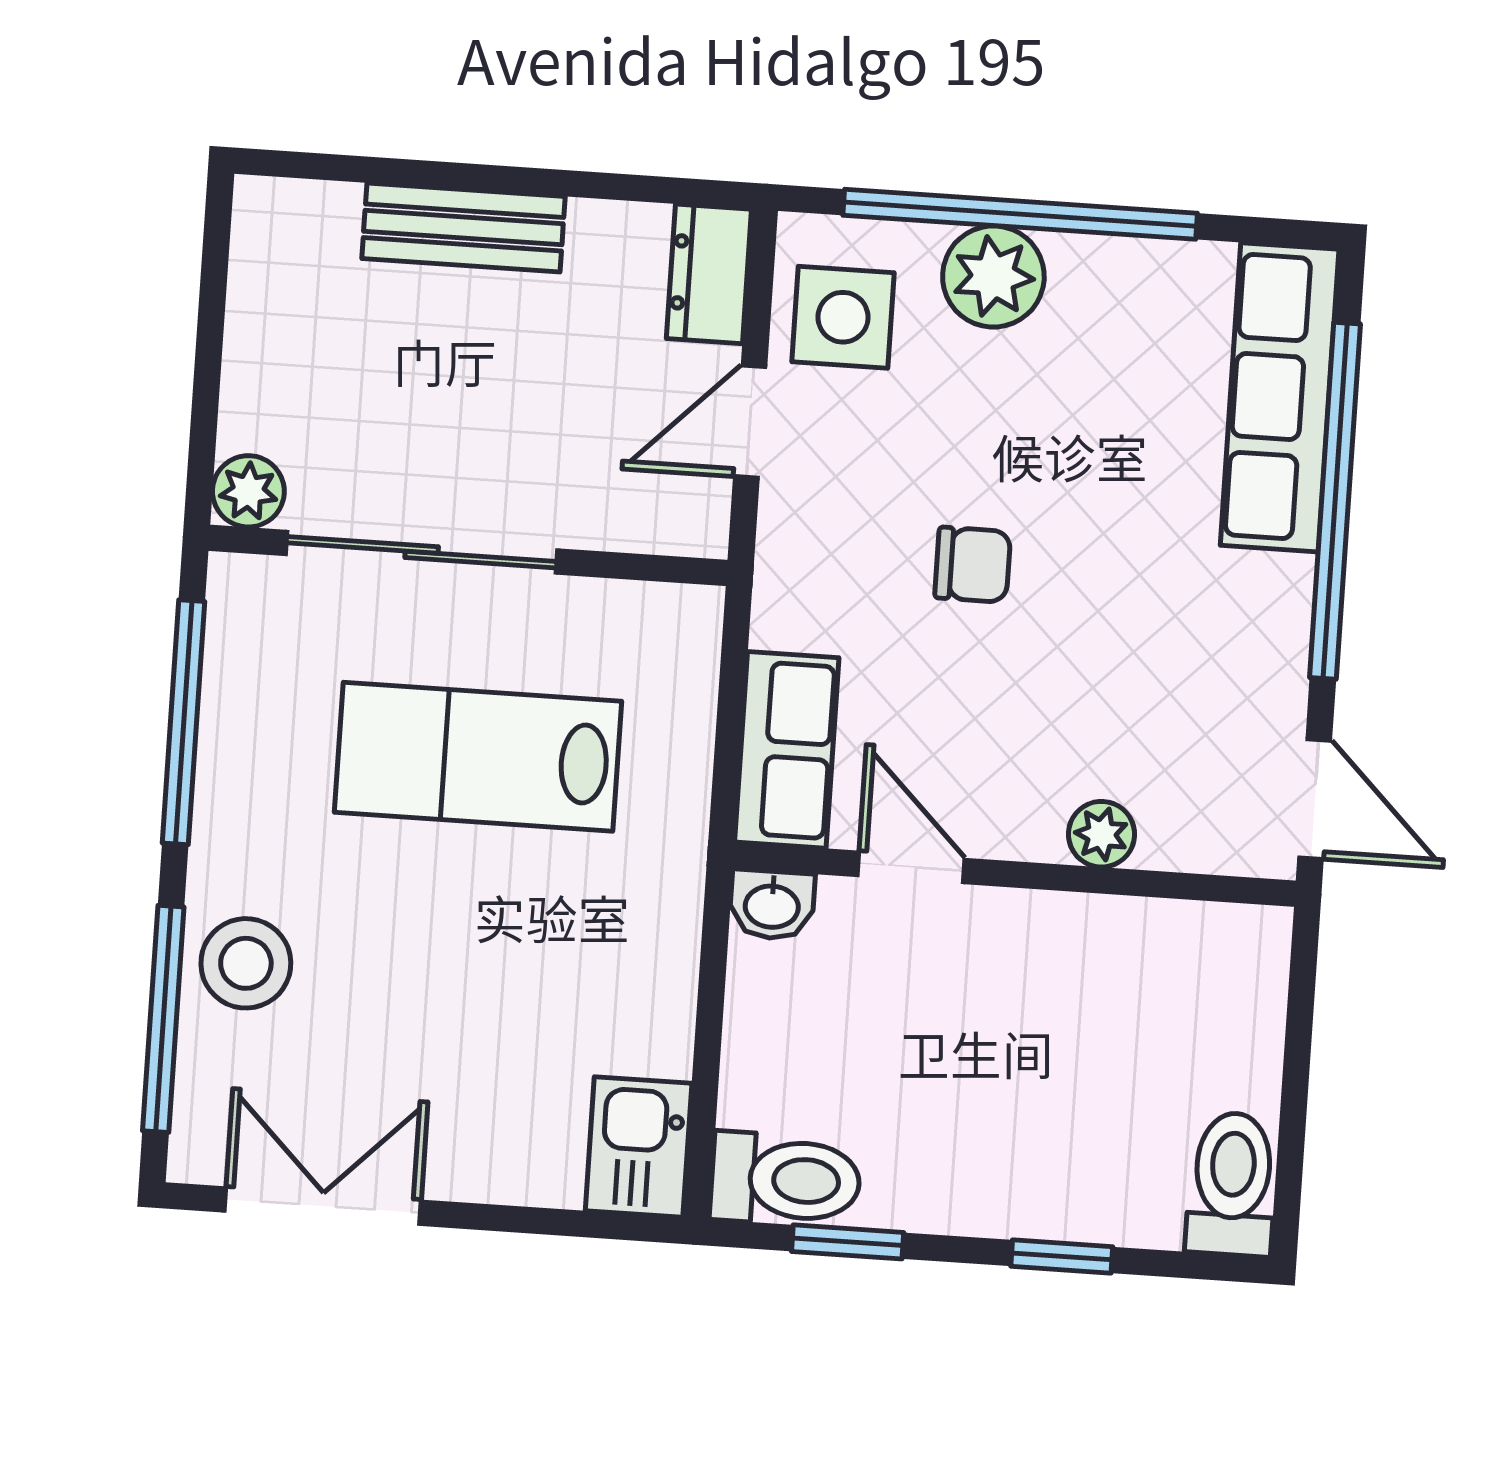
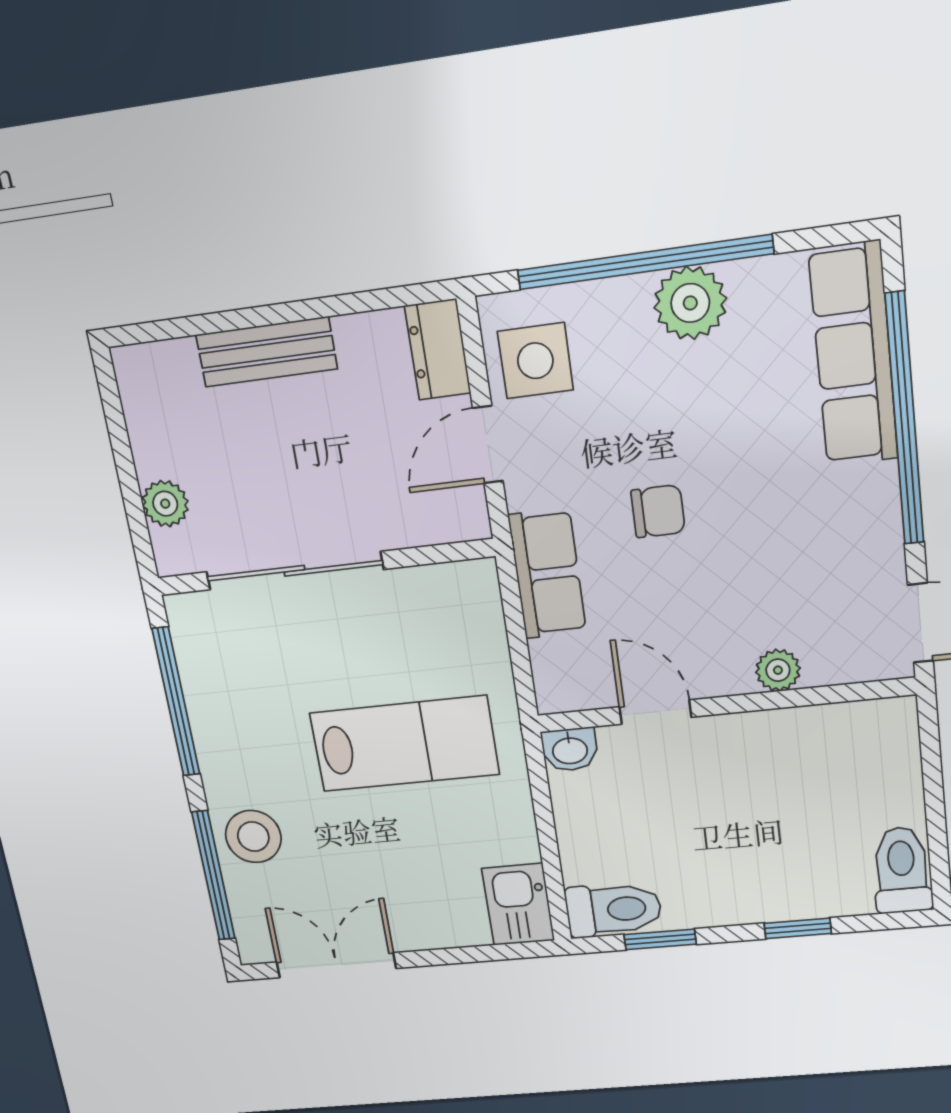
plant: (993, 276) -> (690, 303), moved
plant: (248, 491) -> (165, 504), moved
row of seats: (787, 750) -> (547, 574), moved
lab bench: (478, 757) -> (404, 744), moved, turned 180

